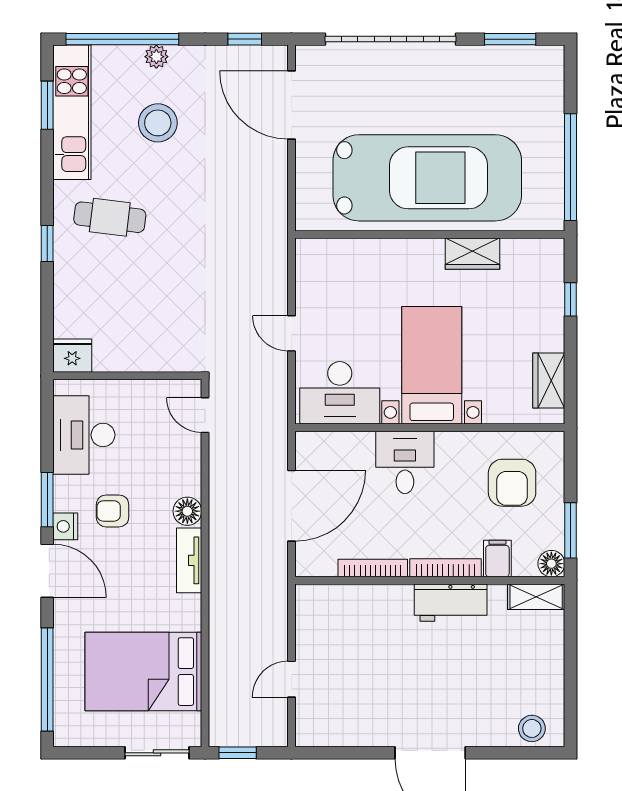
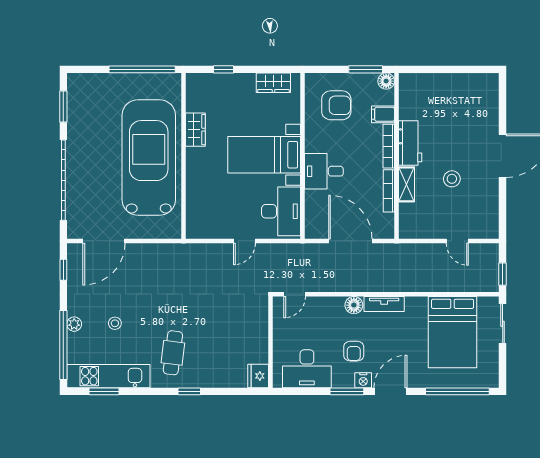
stool: (158, 123) -> (115, 323), width x0.53, depth x0.53
shelving: (536, 597) -> (406, 184), moved
stool: (532, 728) -> (452, 179), moved

